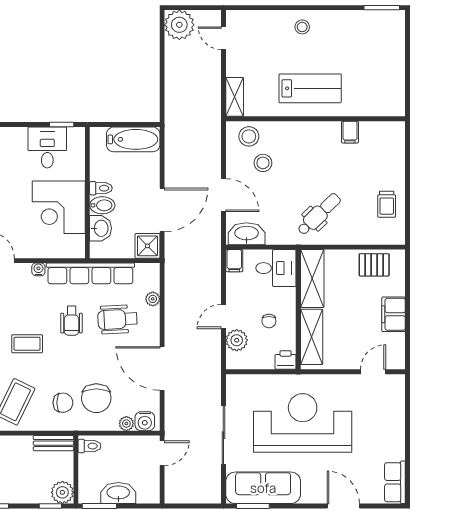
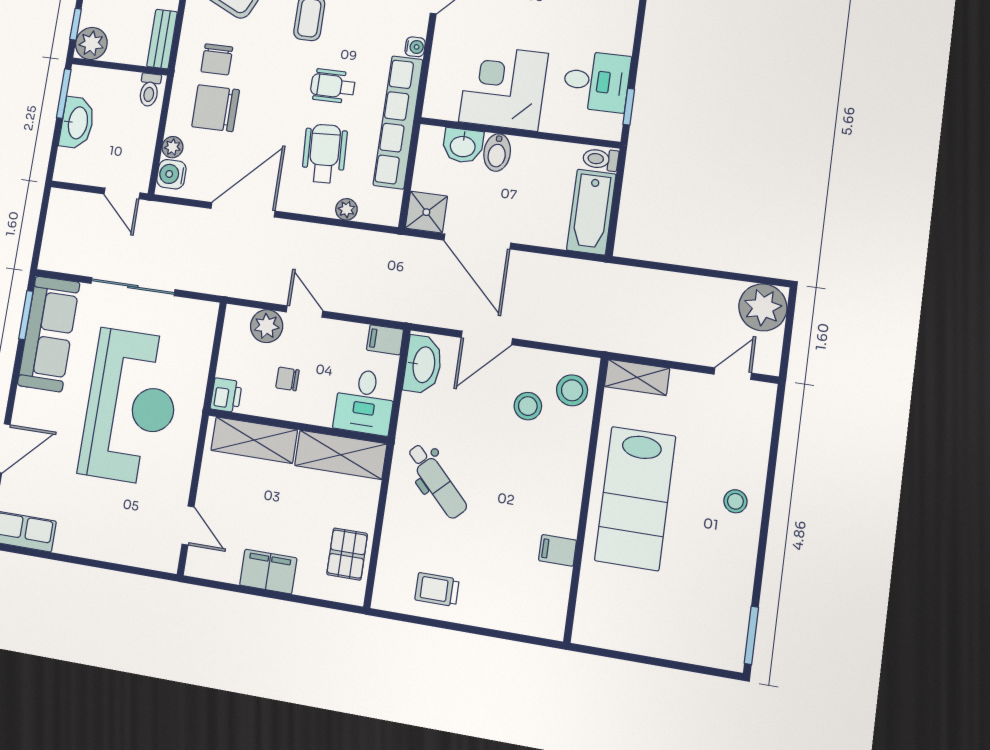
lab bench: (310, 88) -> (635, 498), width x1.36, depth x1.39
toilet: (101, 188) -> (601, 159), moved, turned 90

